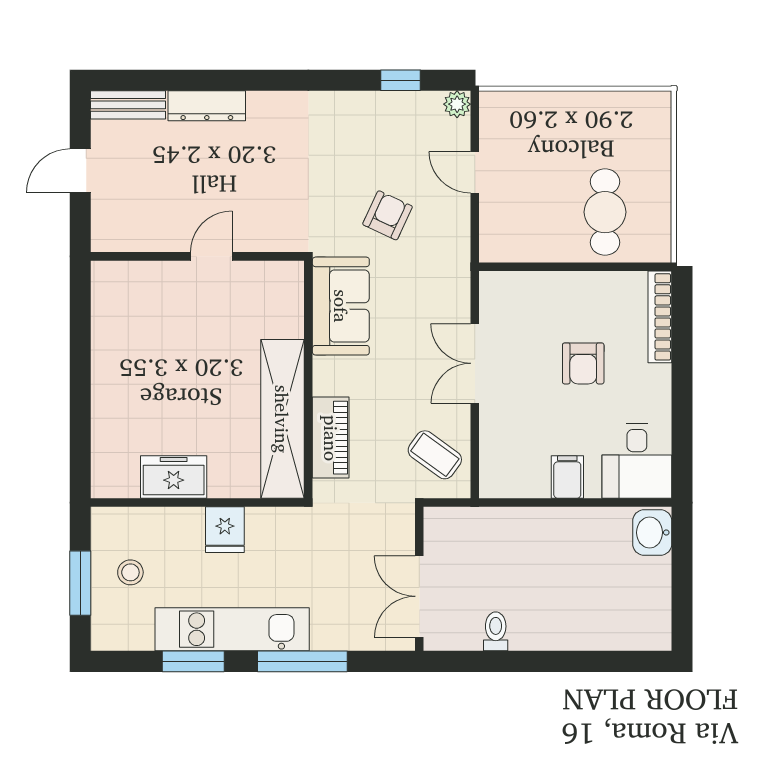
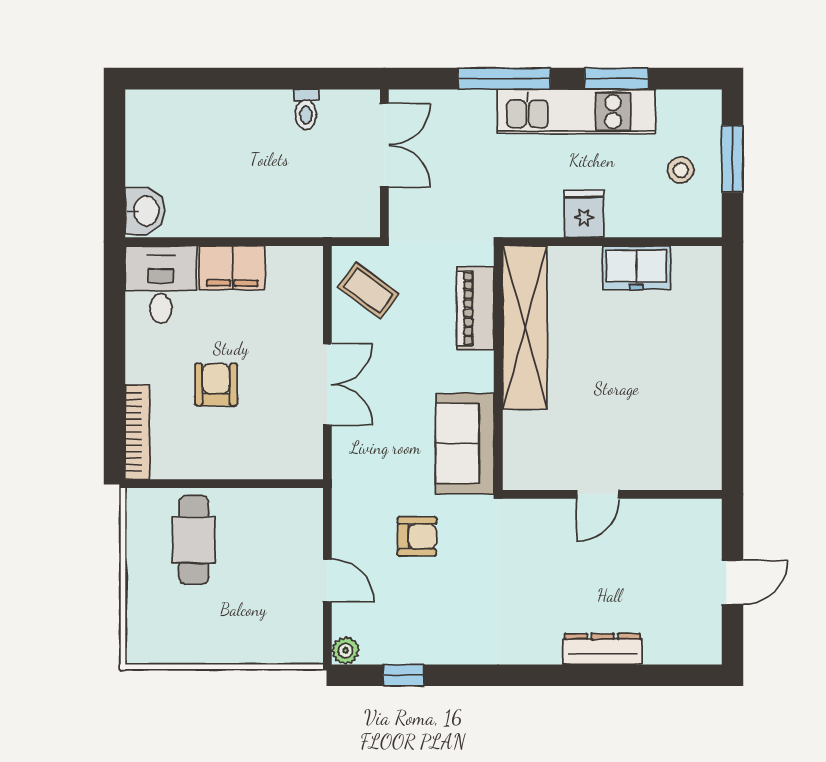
bench: (128, 105) -> (683, 650), removed
armchair: (388, 215) -> (417, 537), turned -115
filing cabinet: (567, 477) -> (232, 268), width x2.00

